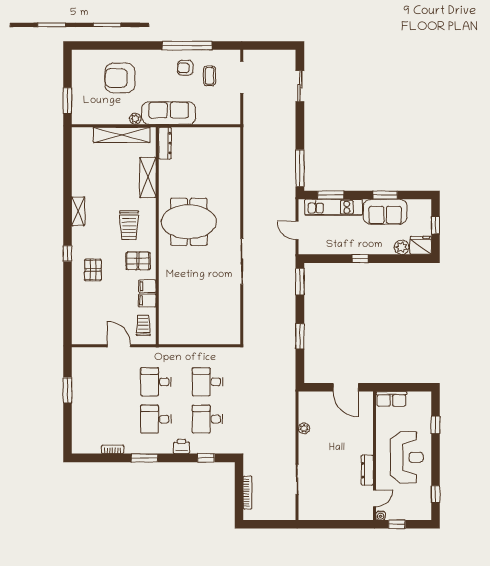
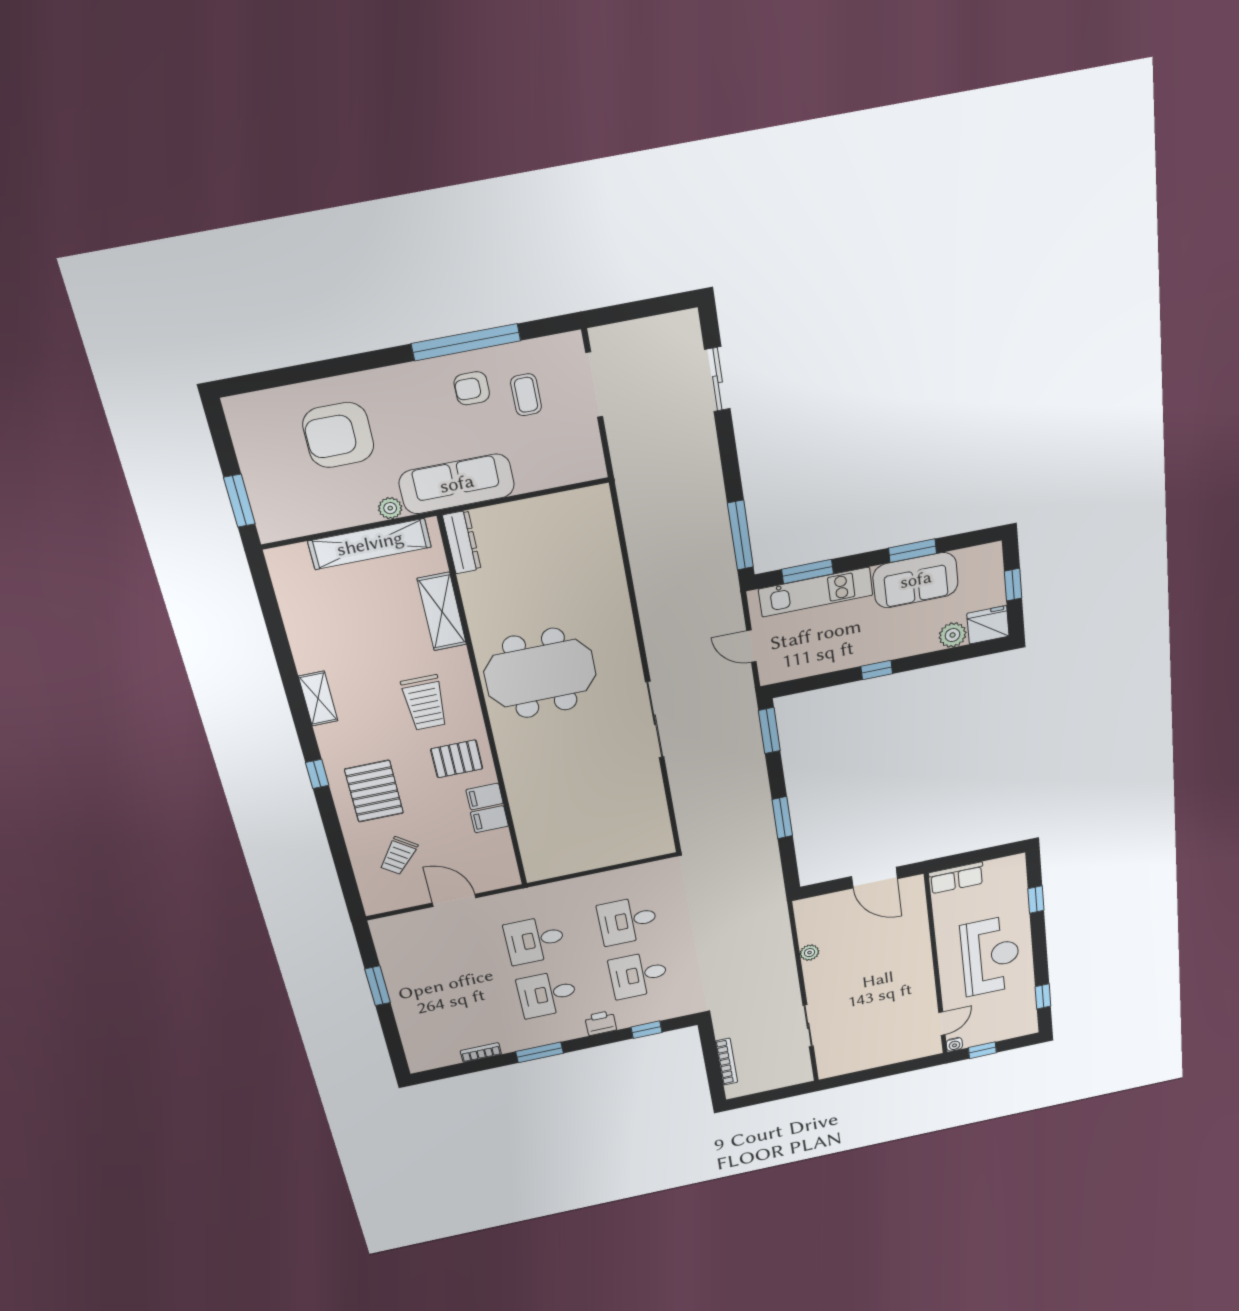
pallet: (93, 270) -> (374, 791), width x1.50, depth x1.42
trolley: (143, 325) -> (398, 856), moved, turned -142
dresser: (367, 470) -> (926, 988), removed

